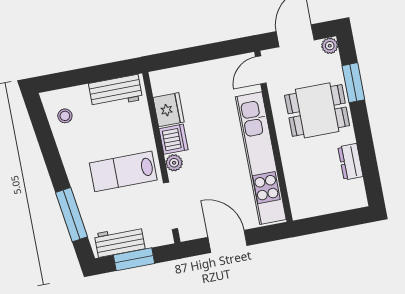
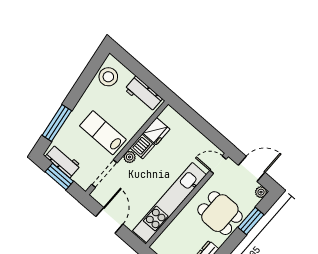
stool: (65, 116) -> (108, 77), width x1.89, depth x1.89

